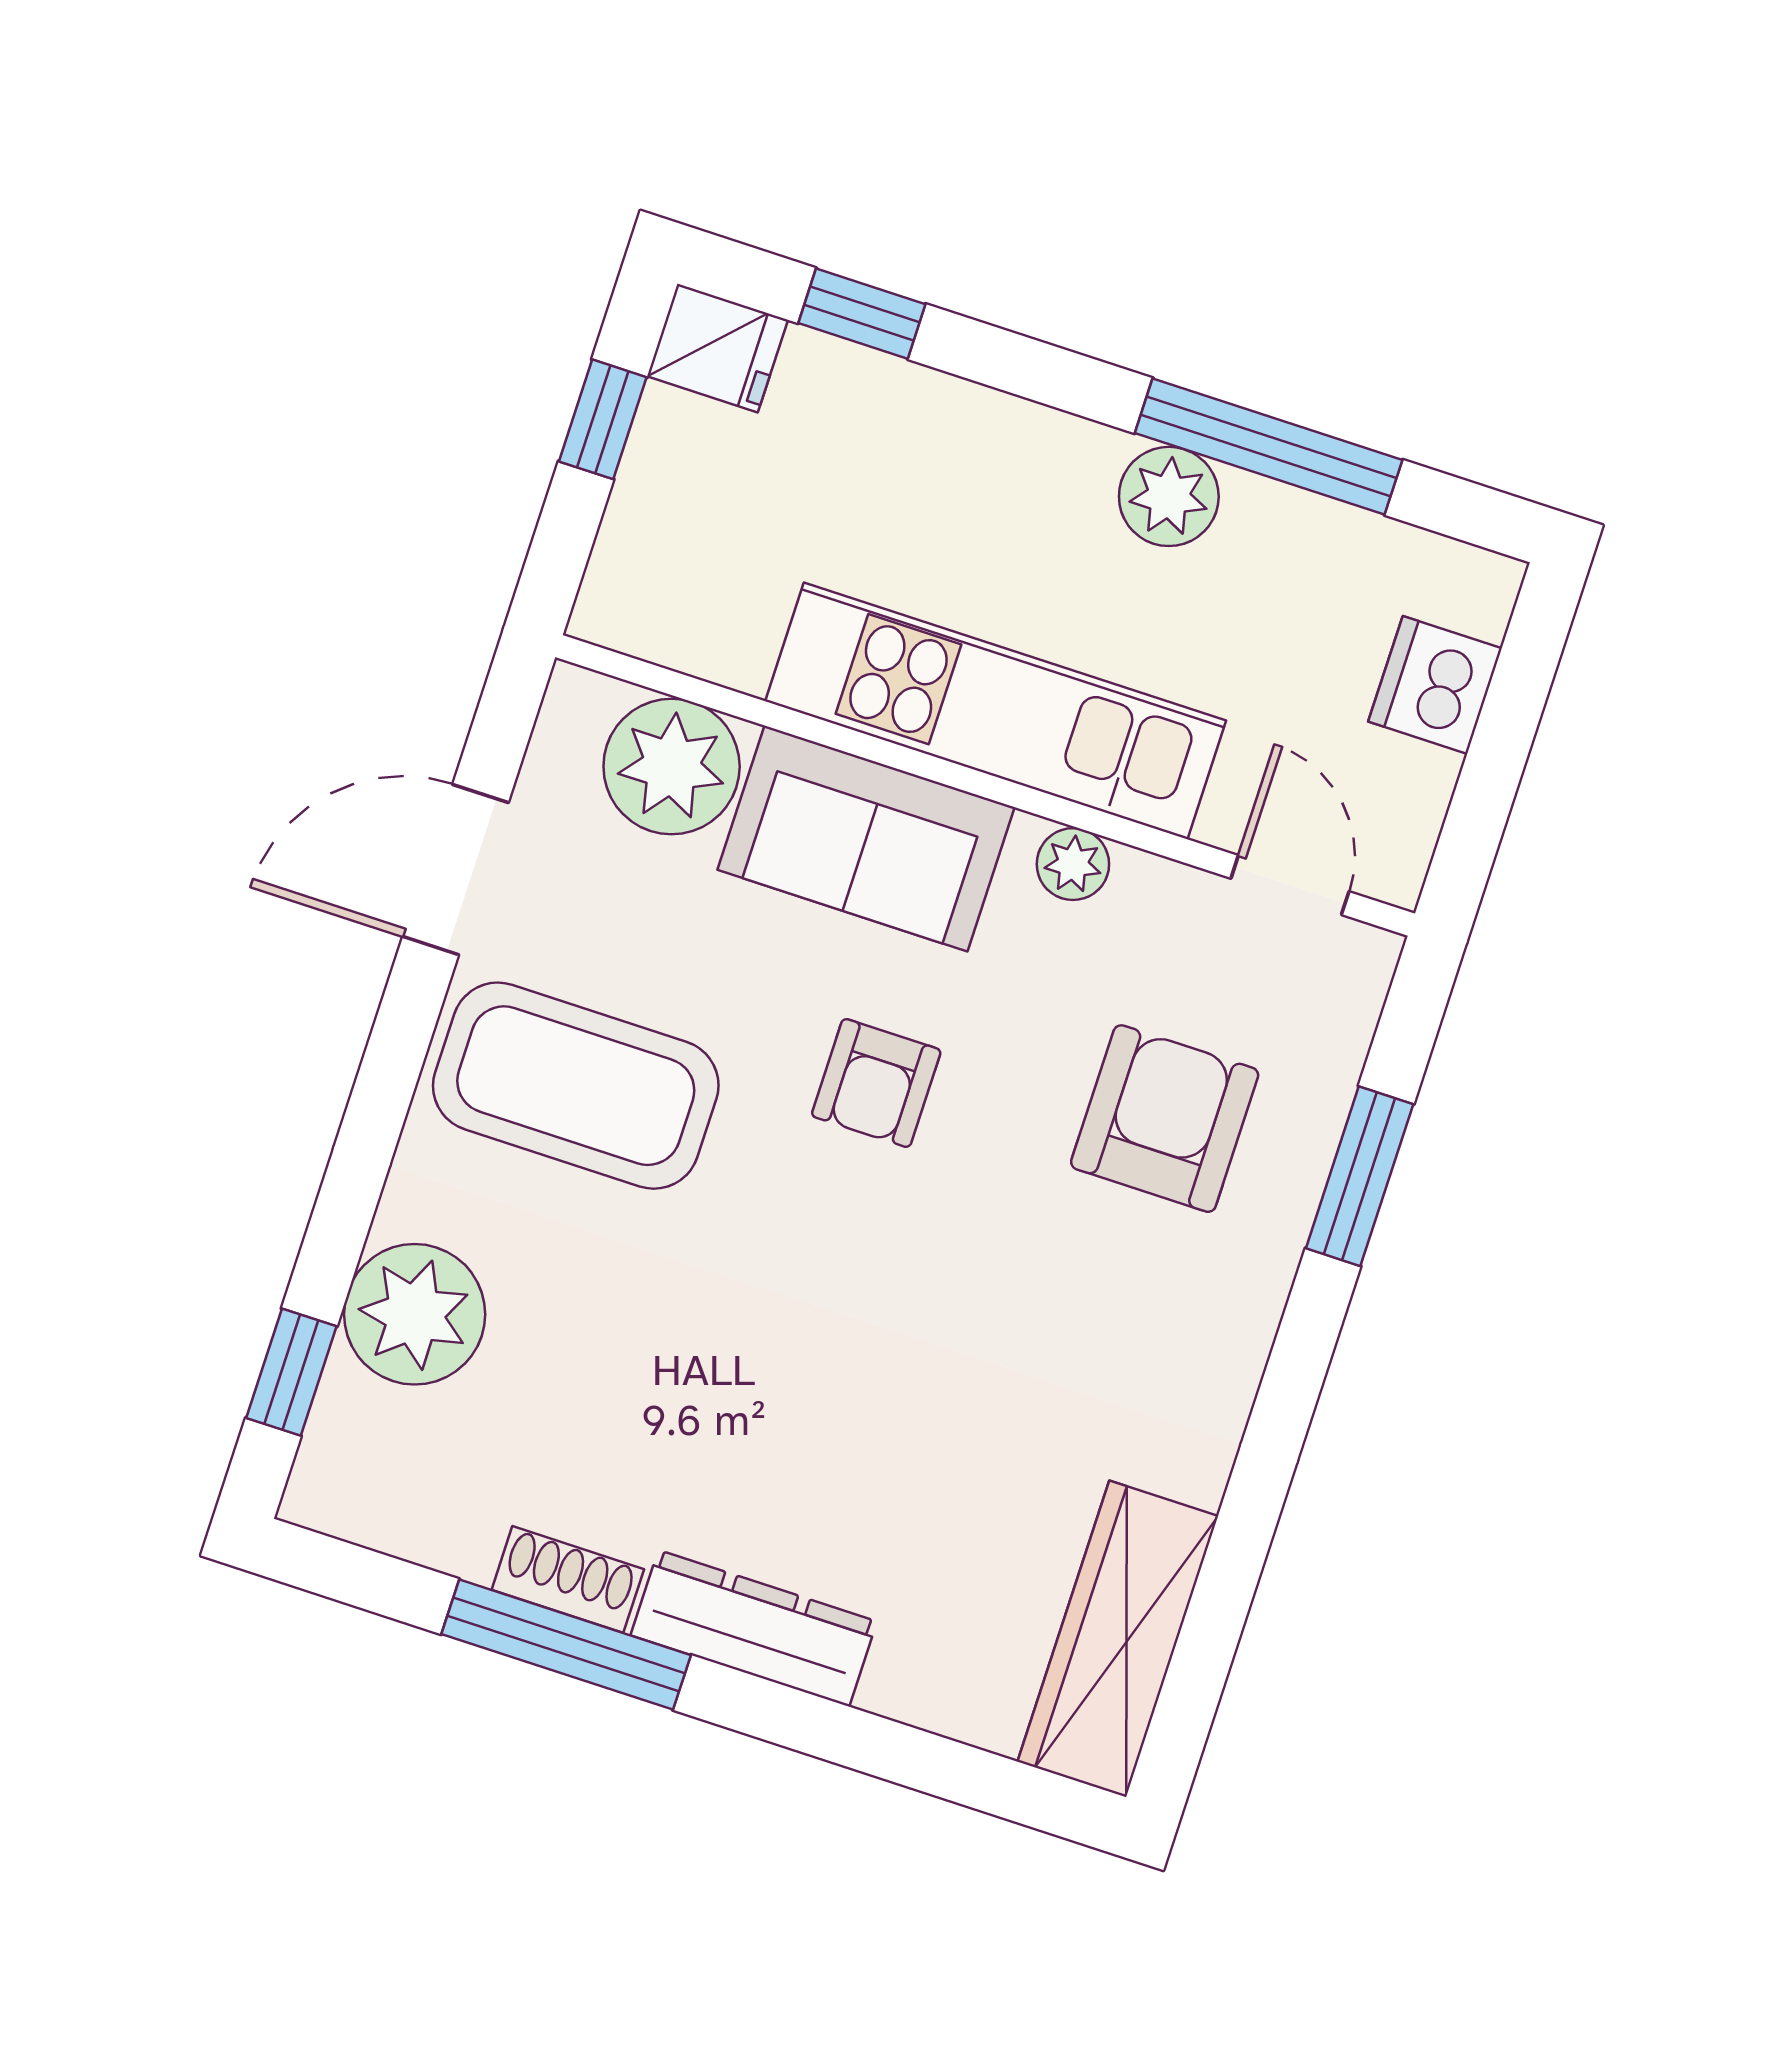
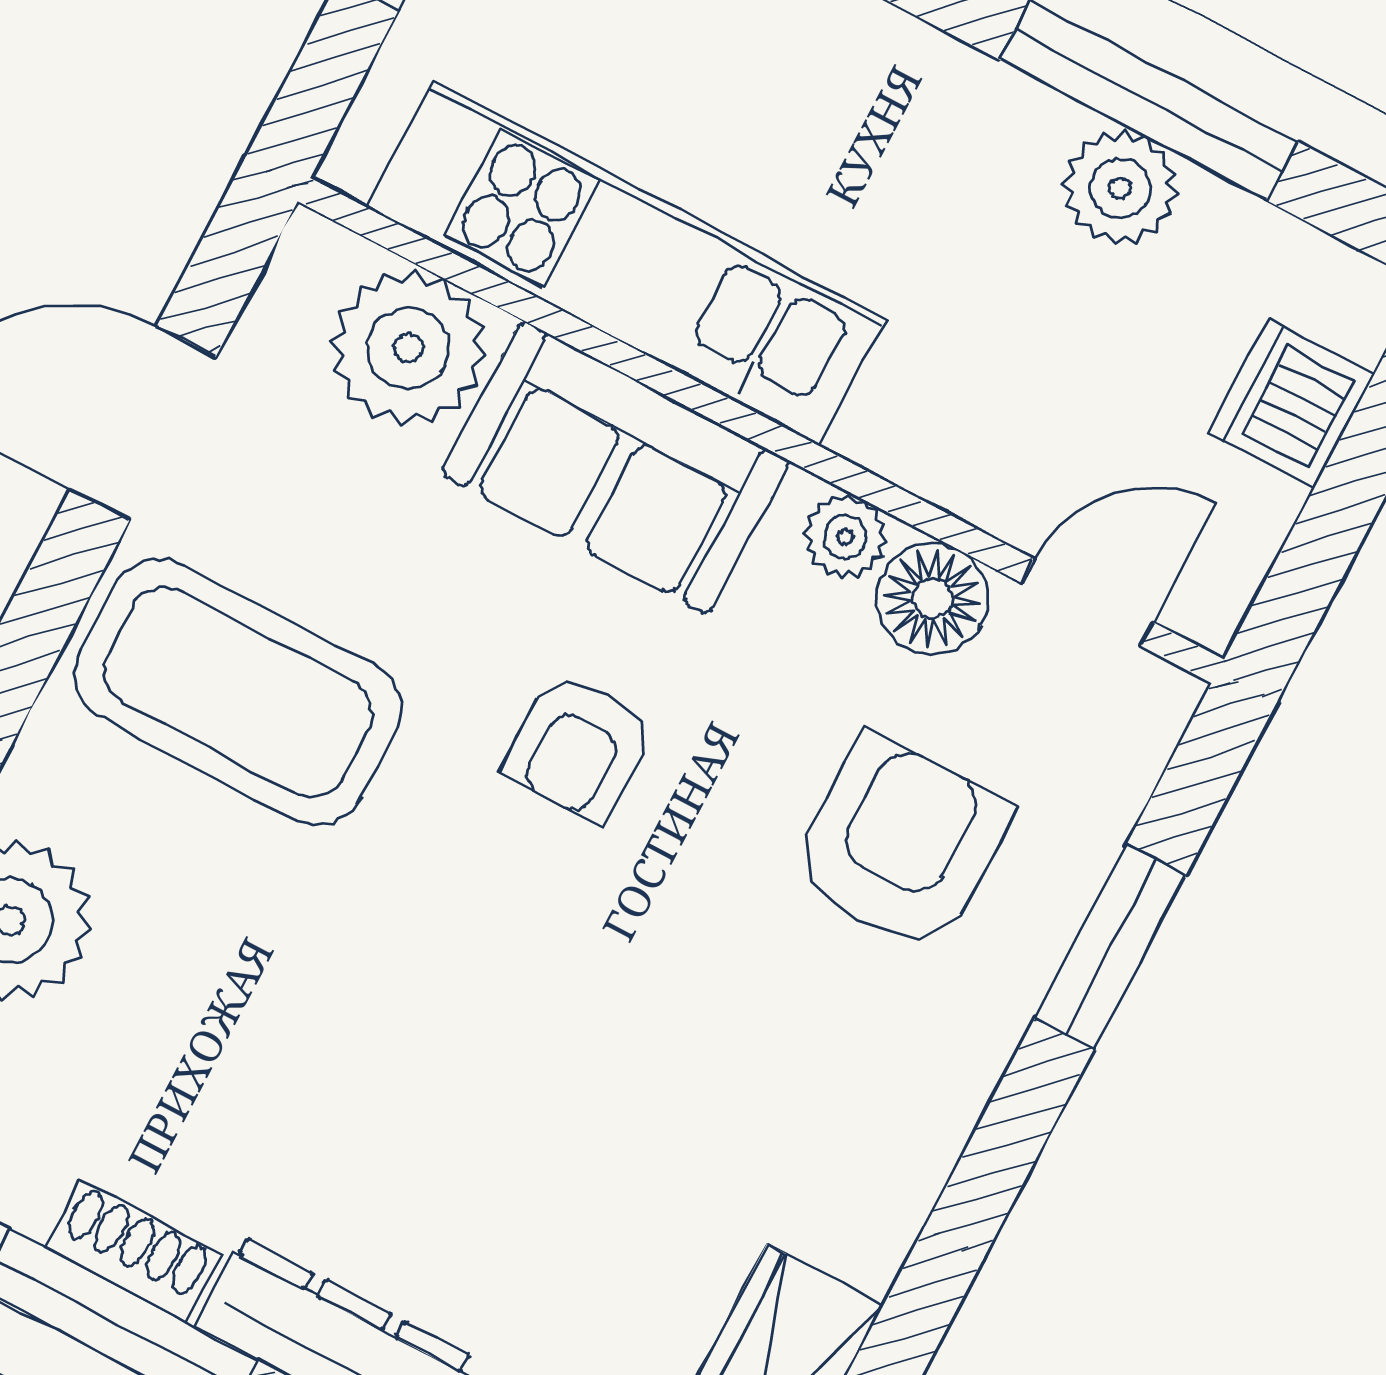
plant: (1169, 496) -> (1120, 188), moved
kitchen unit: (996, 711) -> (626, 263), moved
door: (1290, 885) -> (1088, 603), hinge flipped
floor lamp: (1157, 904) -> (932, 599), added

